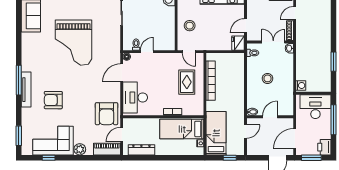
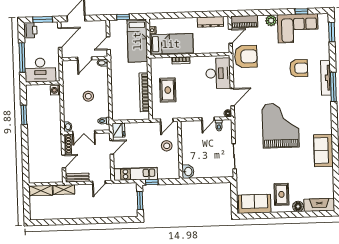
door: (189, 52) -> (167, 120), swing flipped
armchair: (107, 114) -> (246, 56), turned 90

